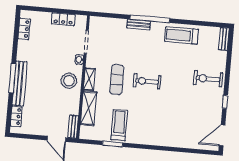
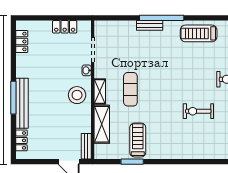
exercise bike: (147, 81) -> (198, 111), moved

